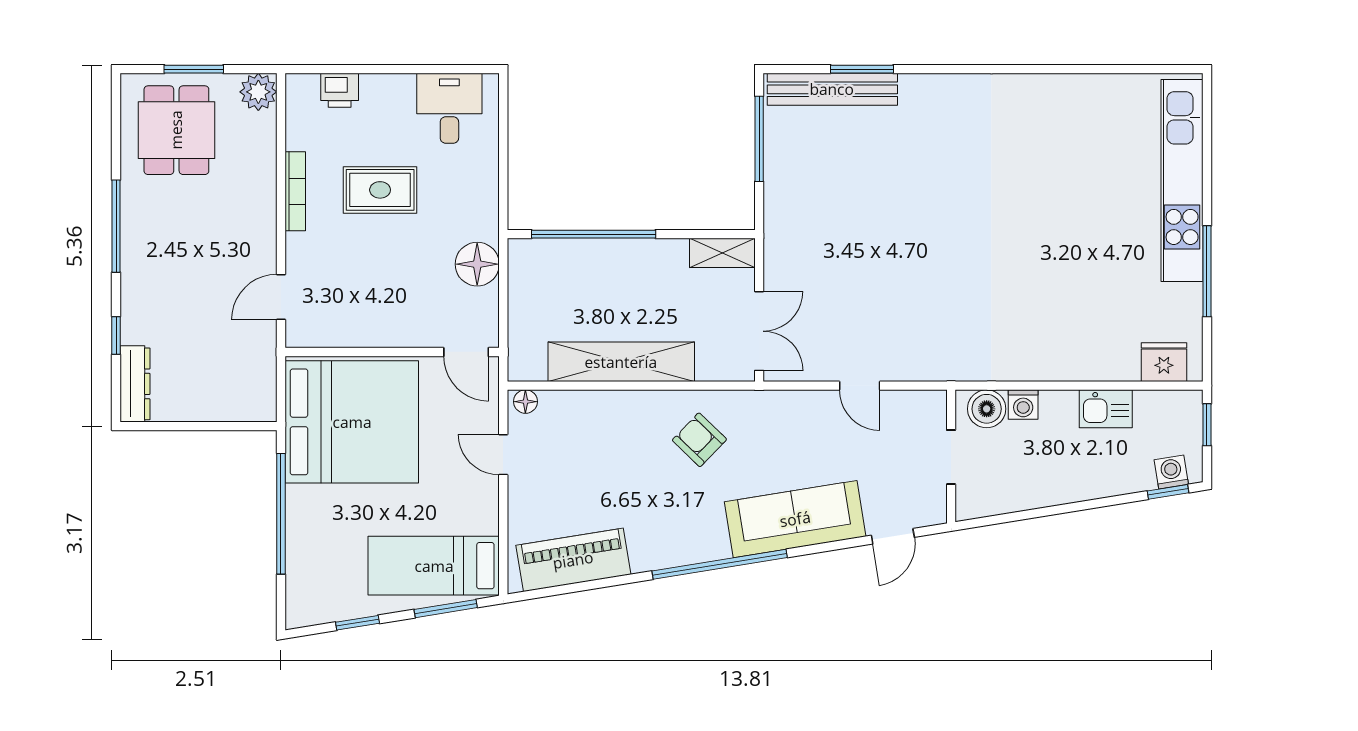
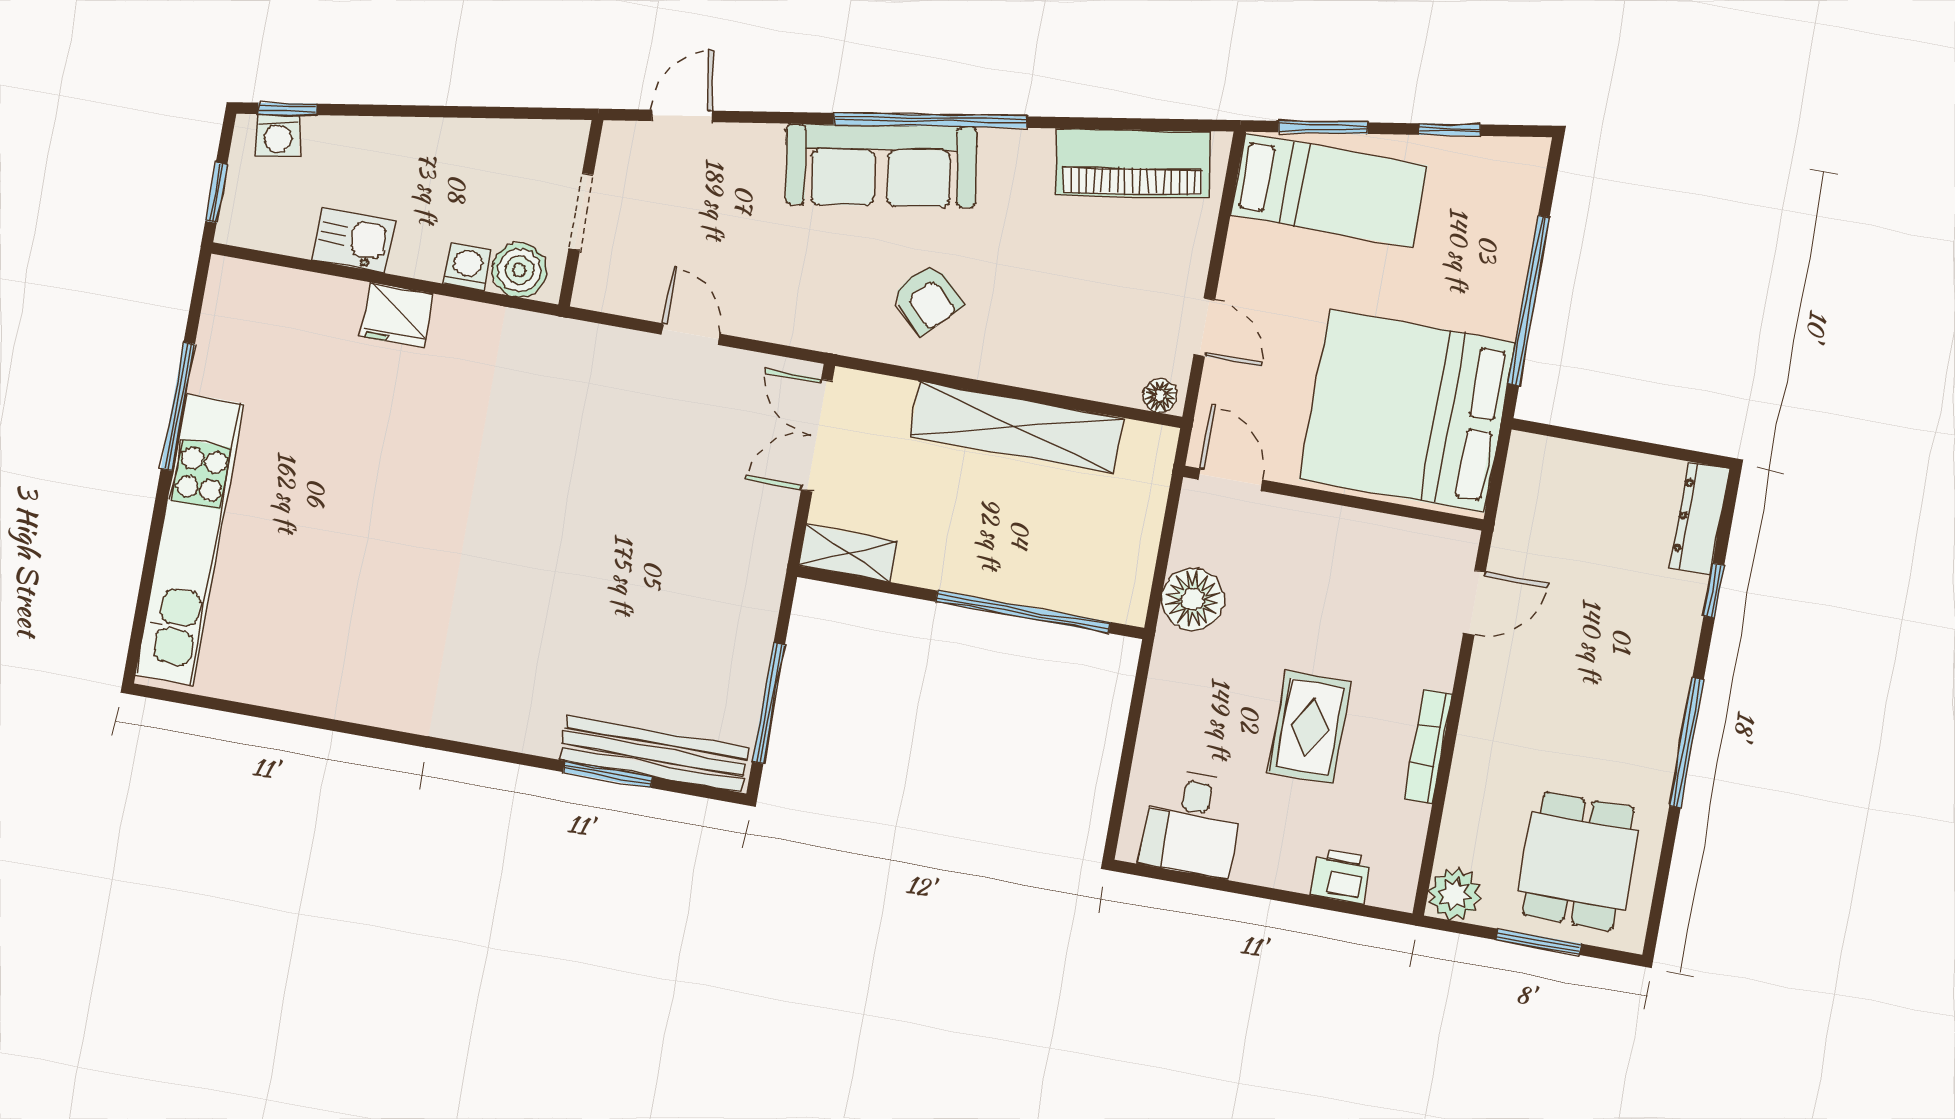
rug: (380, 190) -> (1310, 727), turned 90
fridge: (1164, 362) -> (397, 315), moved
sofa: (795, 519) -> (881, 166), moved

